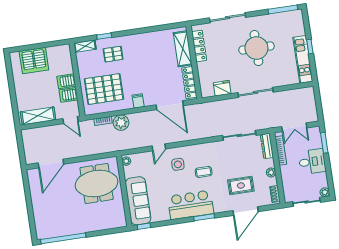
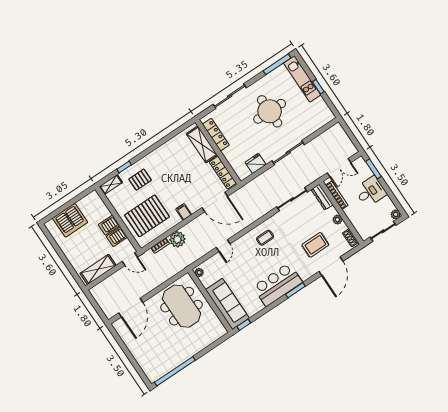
kitchen unit: (303, 59) -> (302, 79), moved
side table: (178, 164) -> (248, 253), removed
coffee table: (204, 172) -> (265, 238), moved
meeting table: (97, 183) -> (182, 306), turned 90

